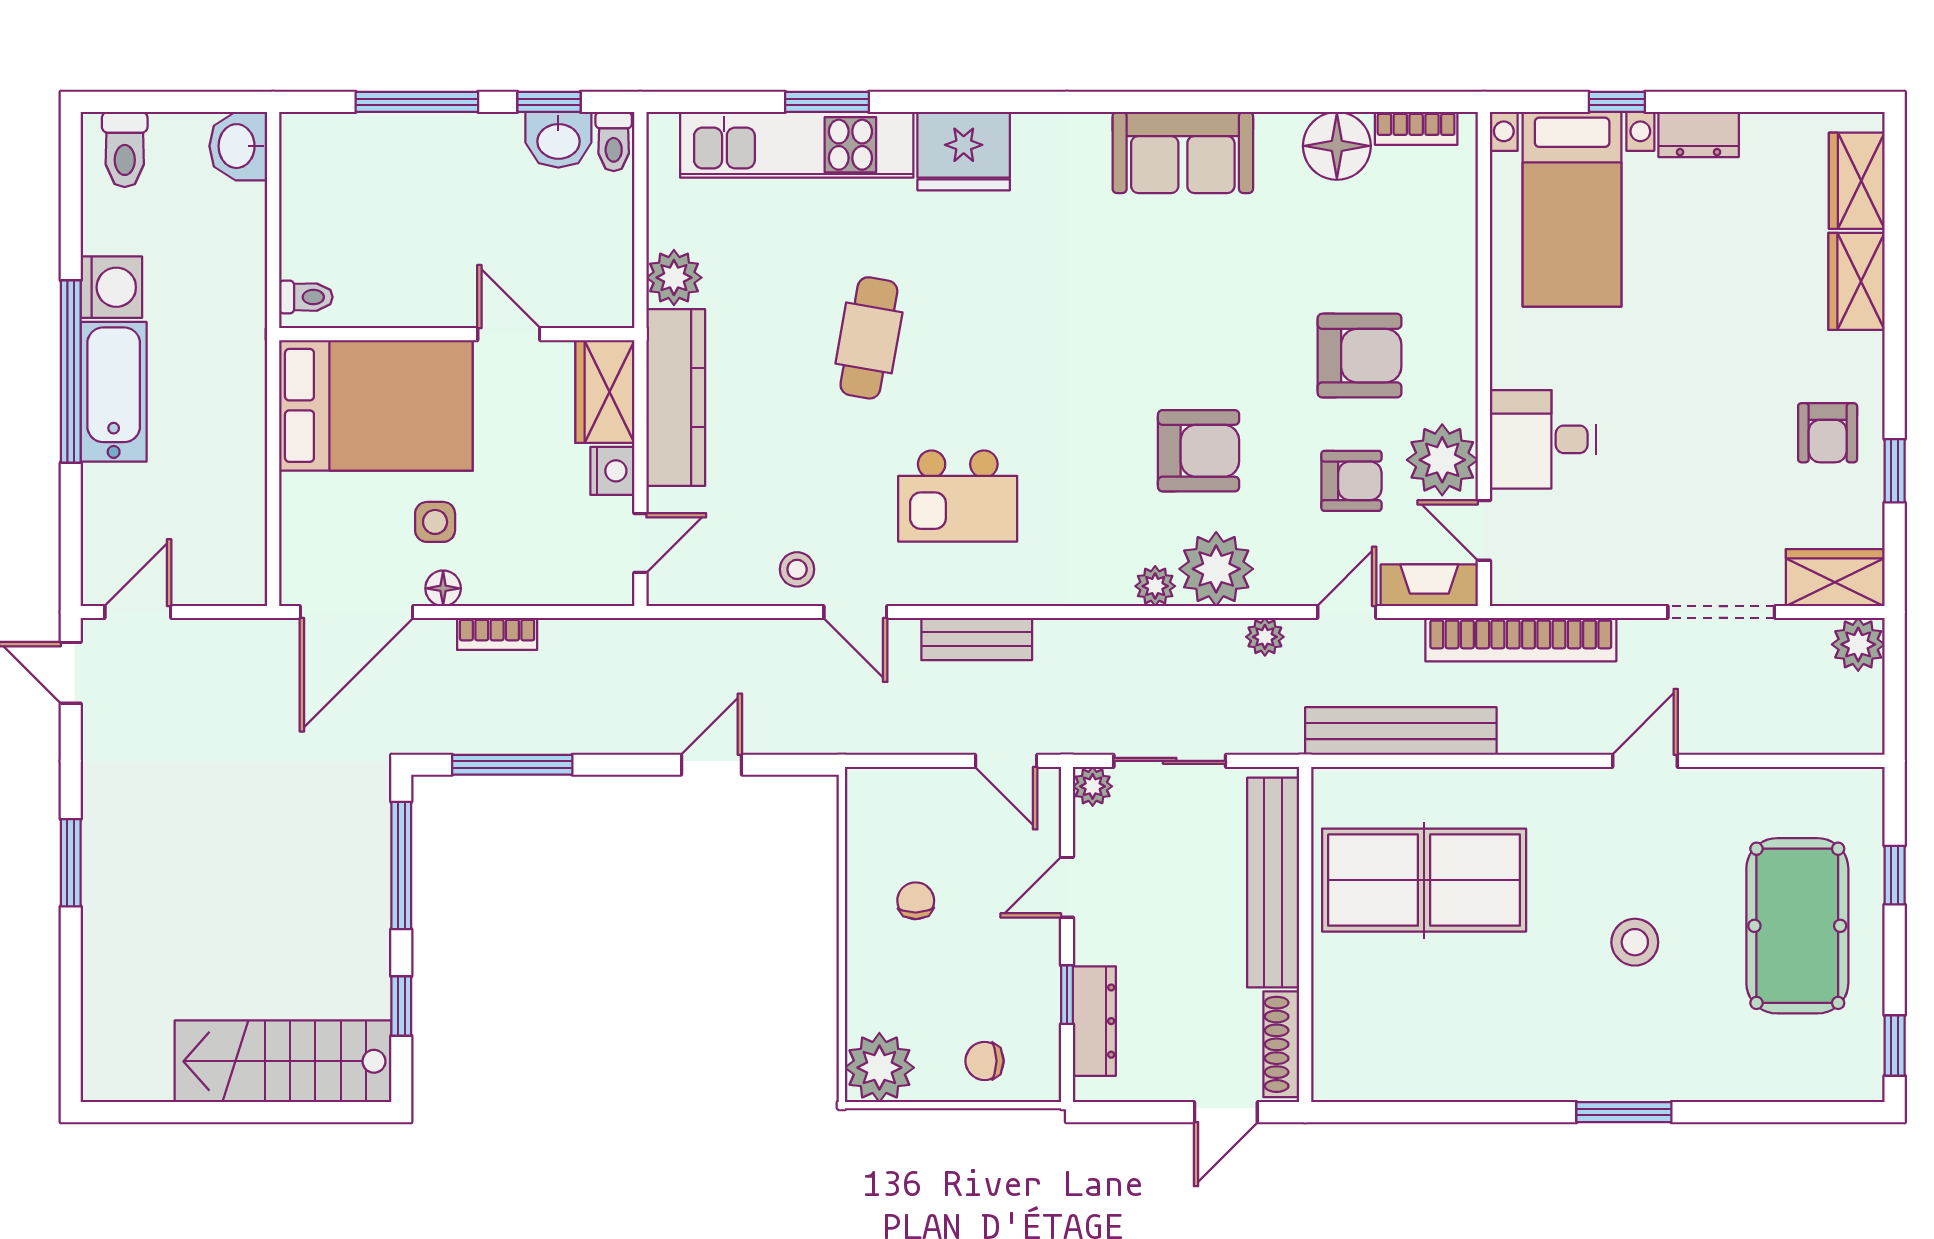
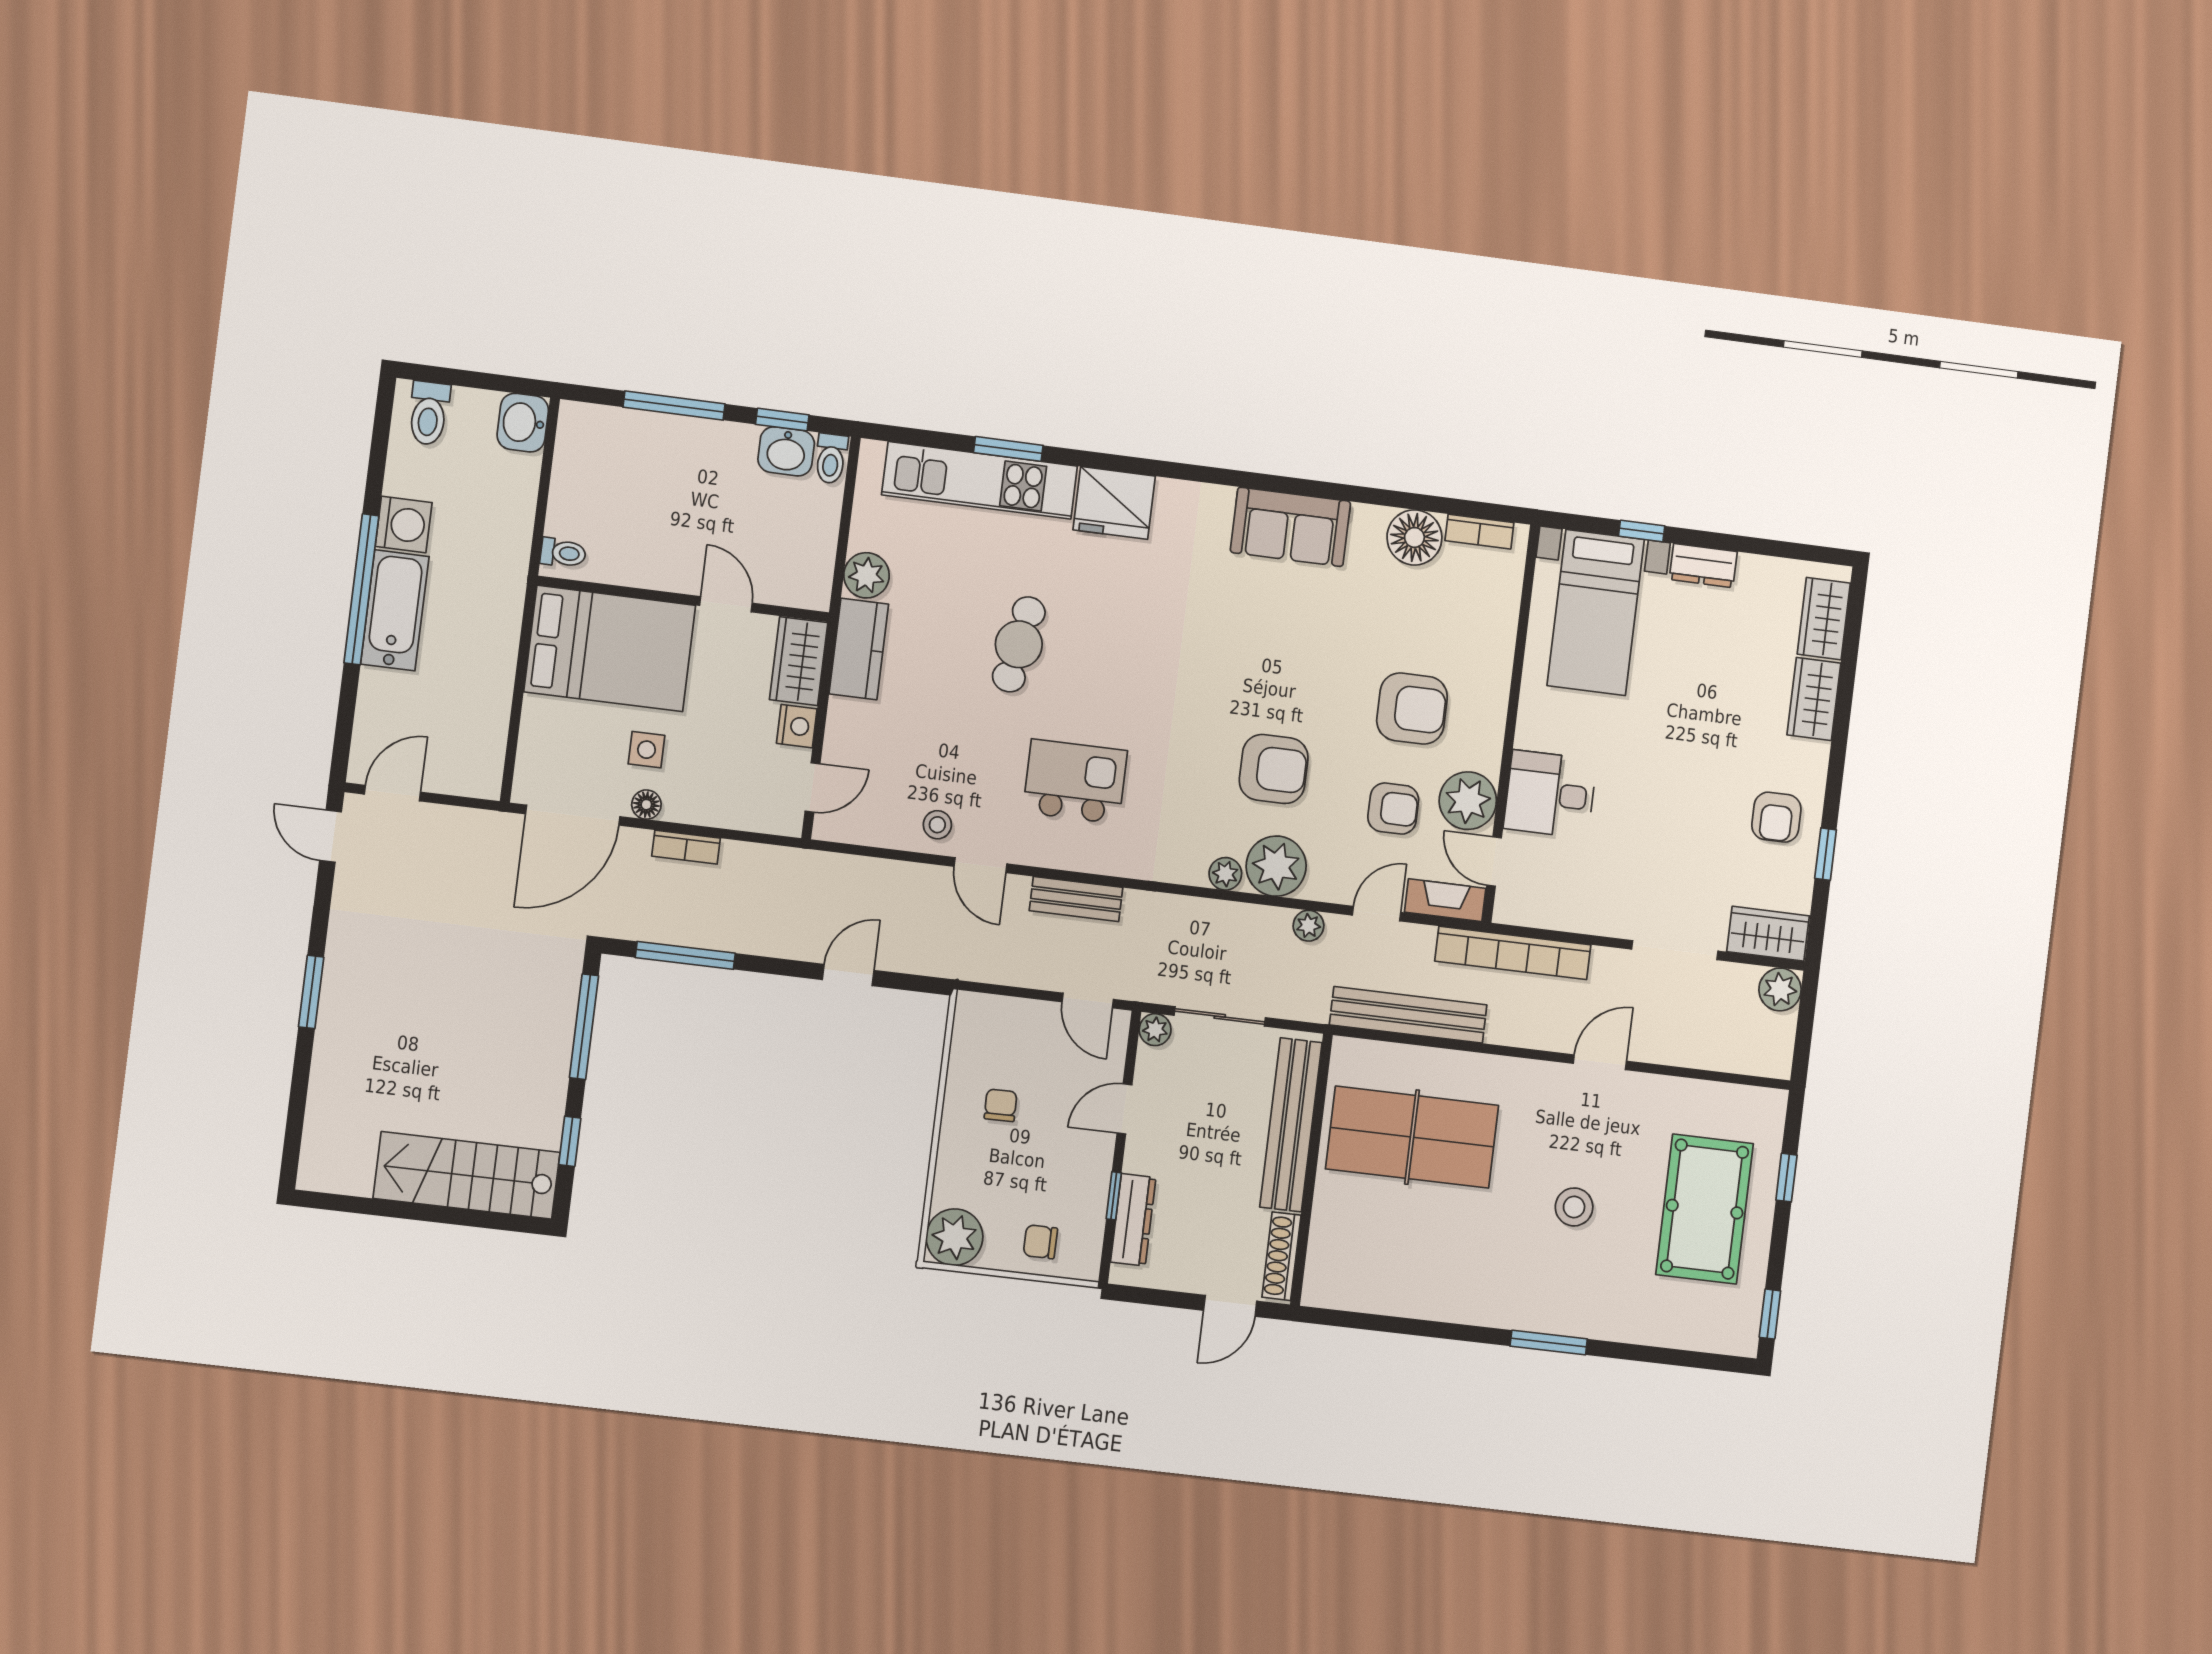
kitchen counter: (676, 397) -> (859, 649), width x0.67
kitchen island: (958, 496) -> (1075, 781), turned 180

